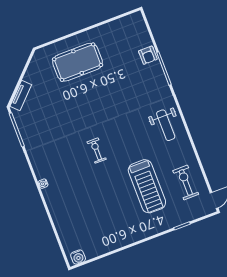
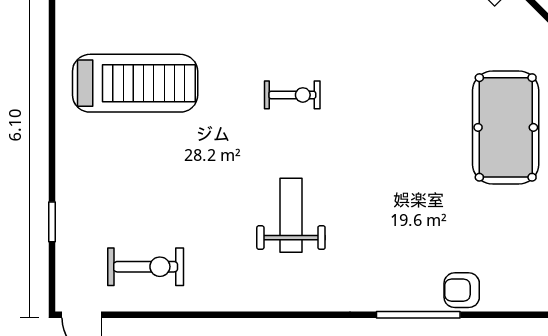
weight bench: (166, 125) -> (291, 215), moved, turned 90
treadmill: (147, 186) -> (135, 83), moved, turned 180

